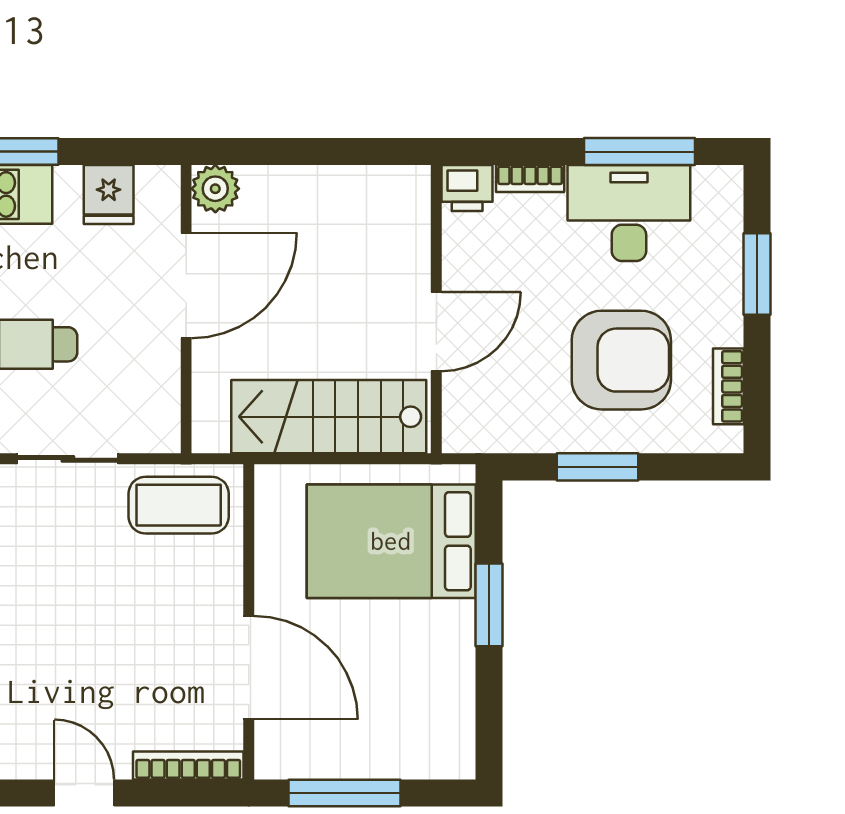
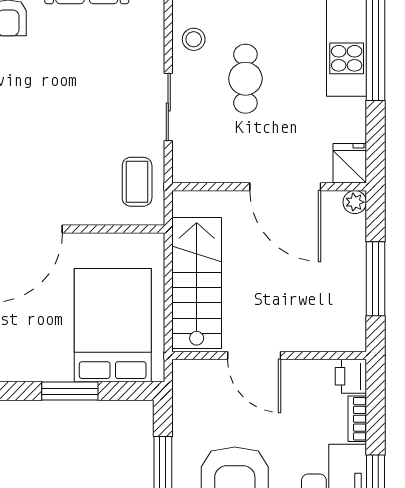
window: (323, 152) -> (375, 279), added
plant: (215, 189) -> (355, 202), width x0.73, depth x0.73
fridge: (109, 194) -> (350, 163), moved, turned 90
coffee table: (179, 505) -> (137, 182), width x0.73, depth x0.77

